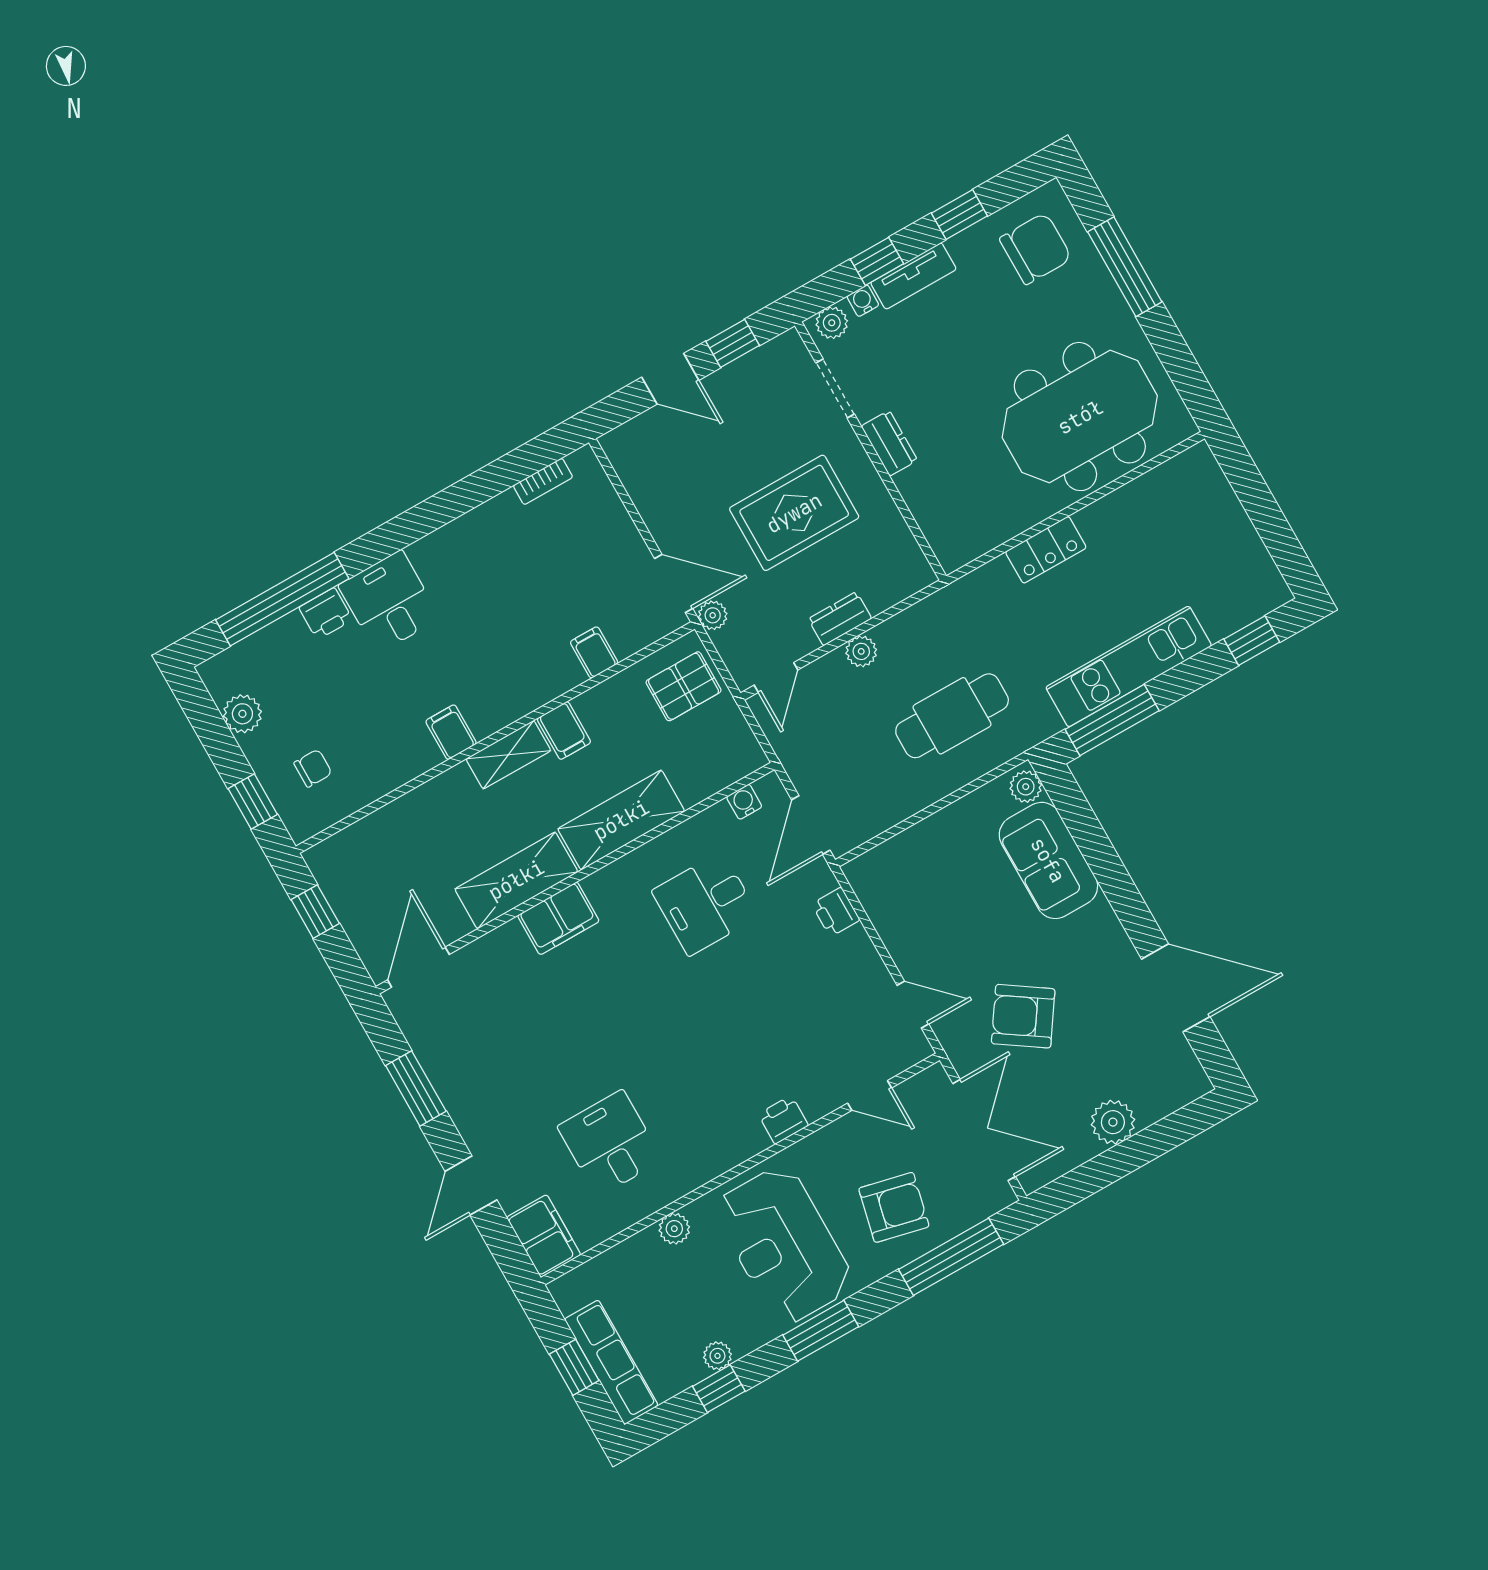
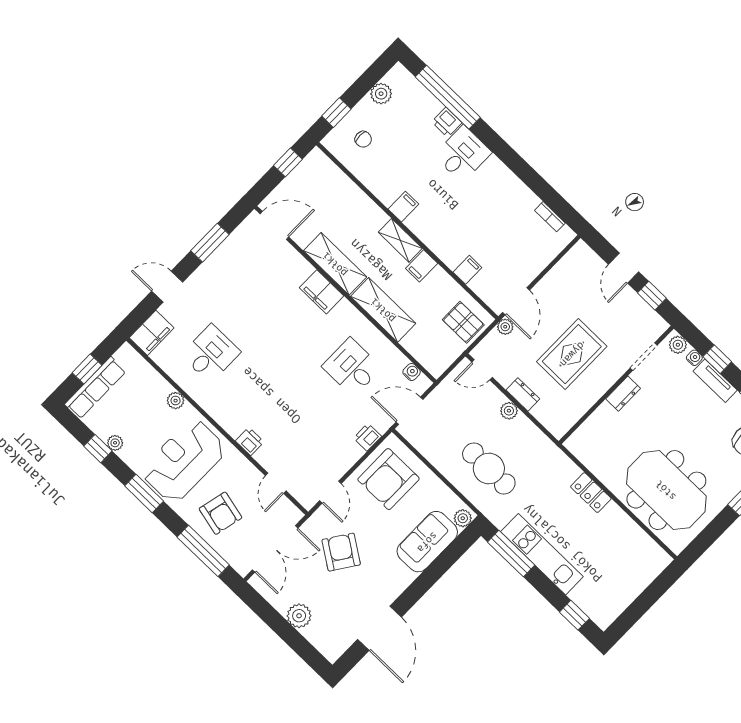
rug: (794, 513) -> (572, 354), turned 90
armchair: (920, 896) -> (388, 479), added

